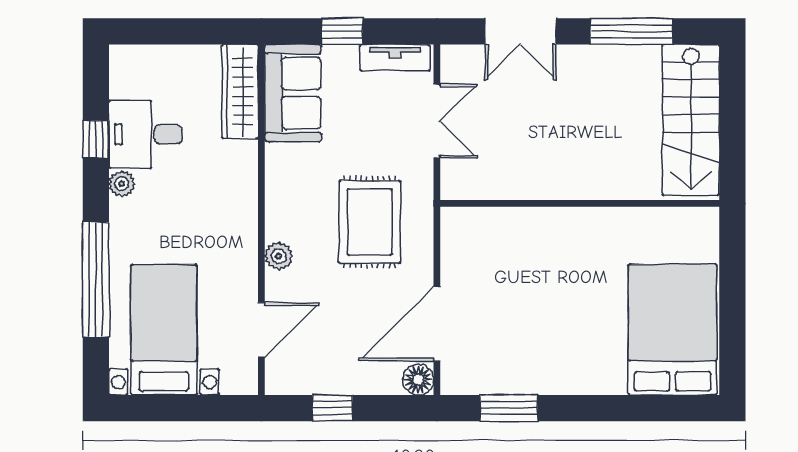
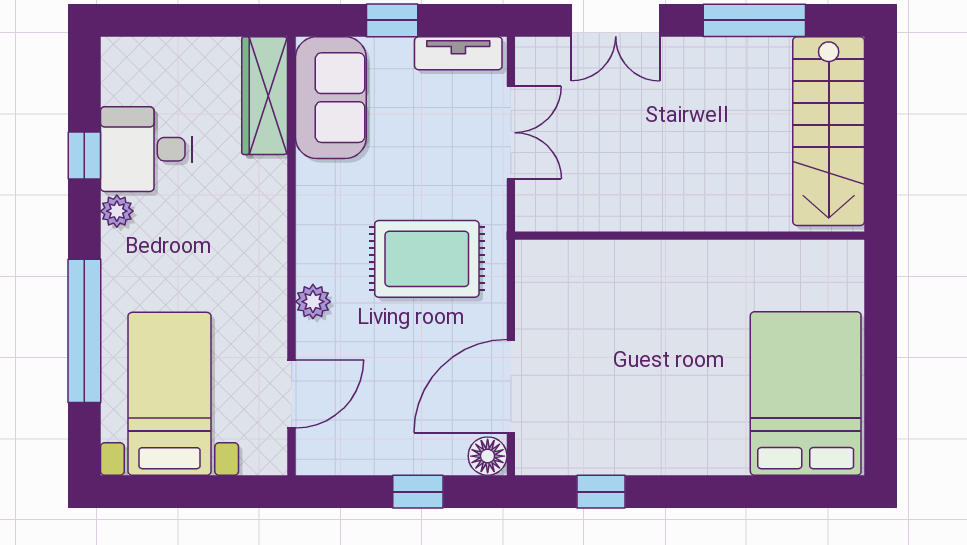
rug: (370, 222) -> (427, 259), turned 90
window: (332, 408) -> (418, 492), moved
window: (509, 408) -> (601, 492), width x0.67

